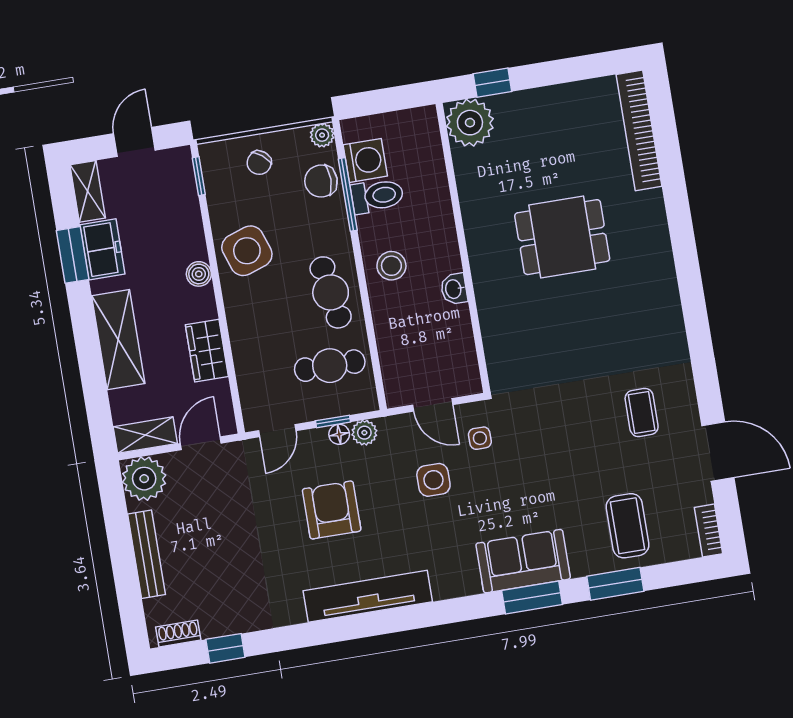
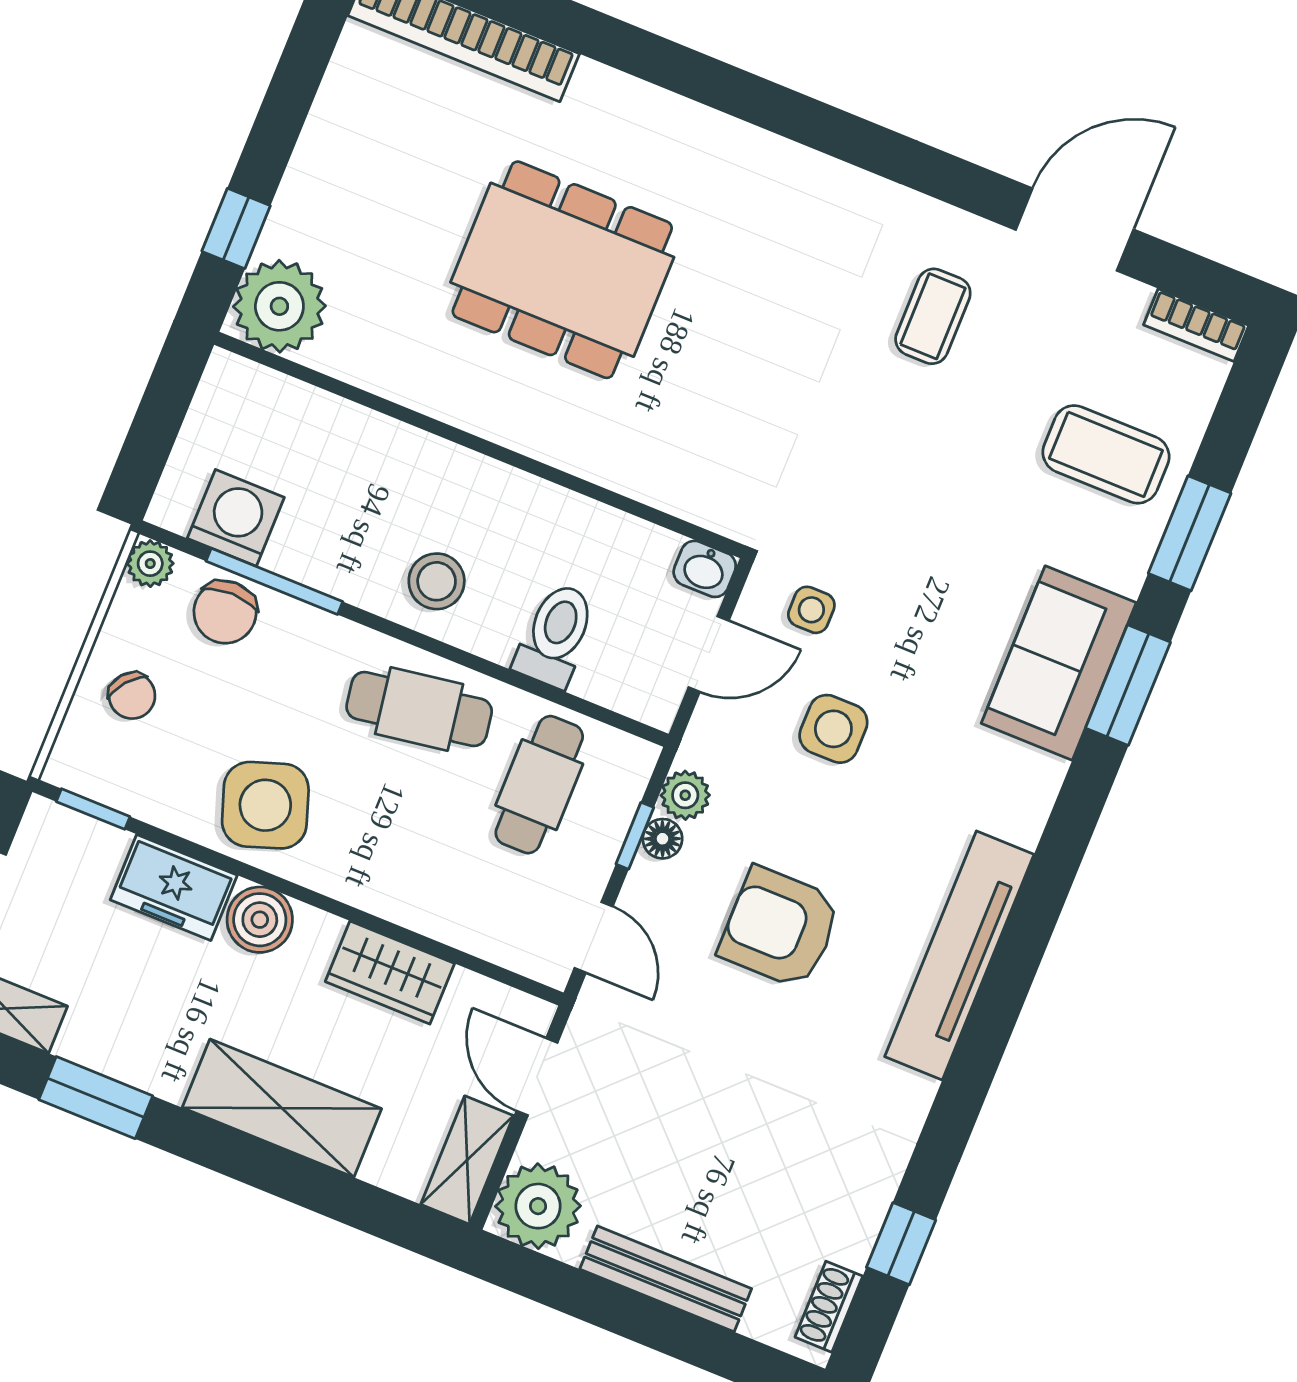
toilet: (377, 196) -> (556, 635), moved
dining table: (562, 237) -> (562, 270), width x1.37
freezer: (102, 249) -> (174, 888), moved, turned 180
boiler: (199, 274) -> (260, 920), width x1.36, depth x1.36
washbasin: (454, 289) -> (705, 569), moved
coffee table: (642, 412) -> (933, 316), turned 90

